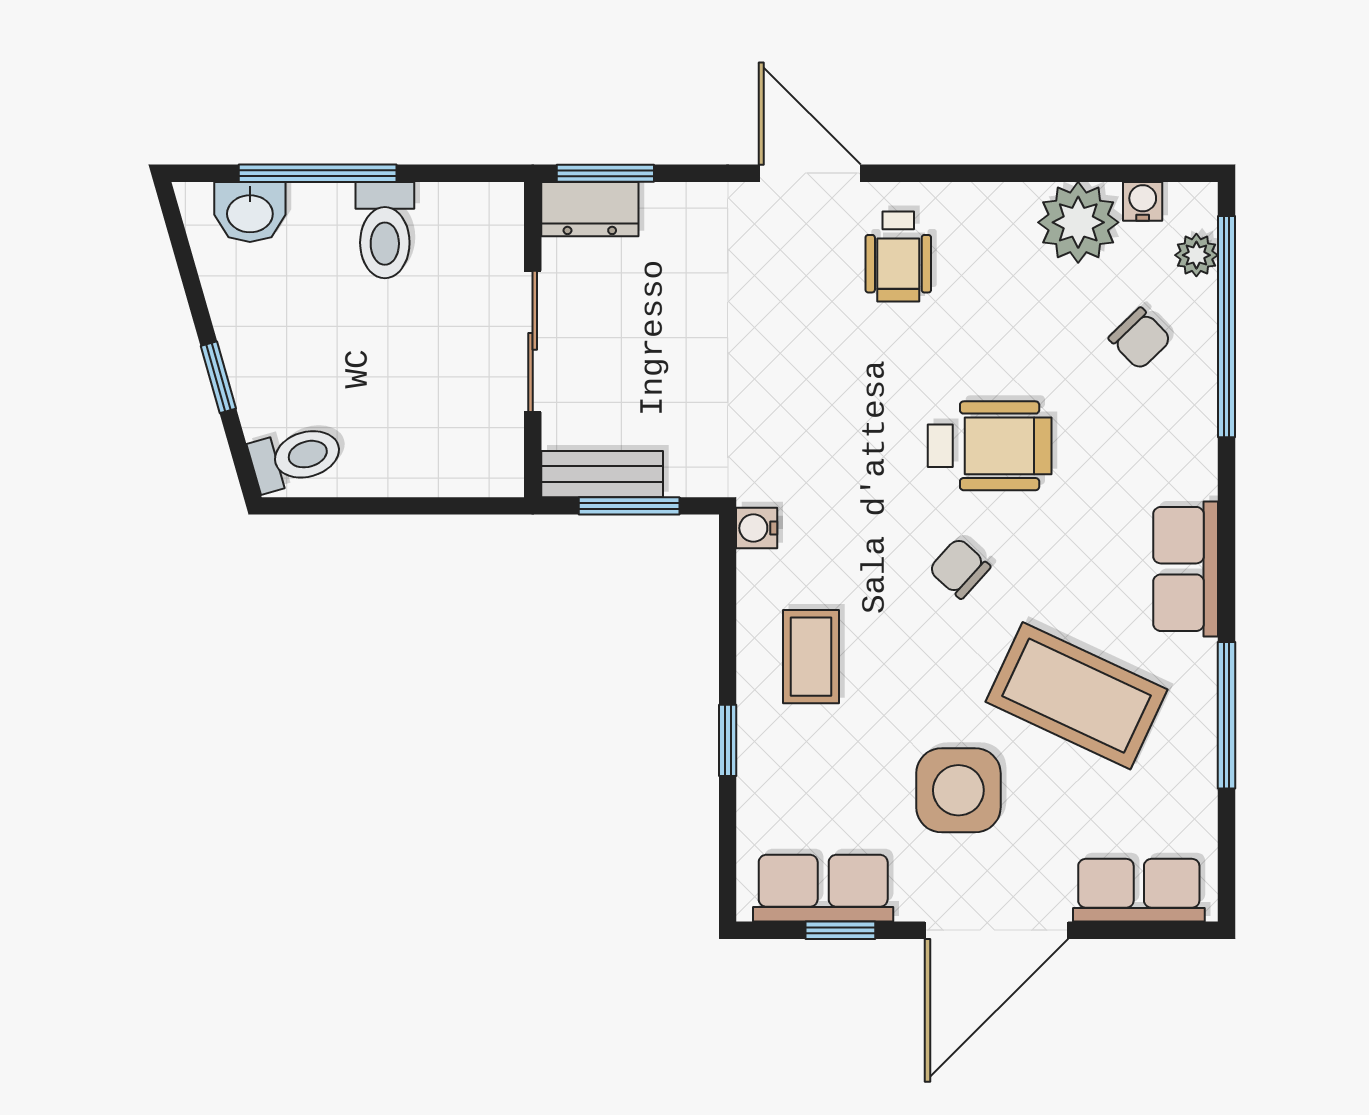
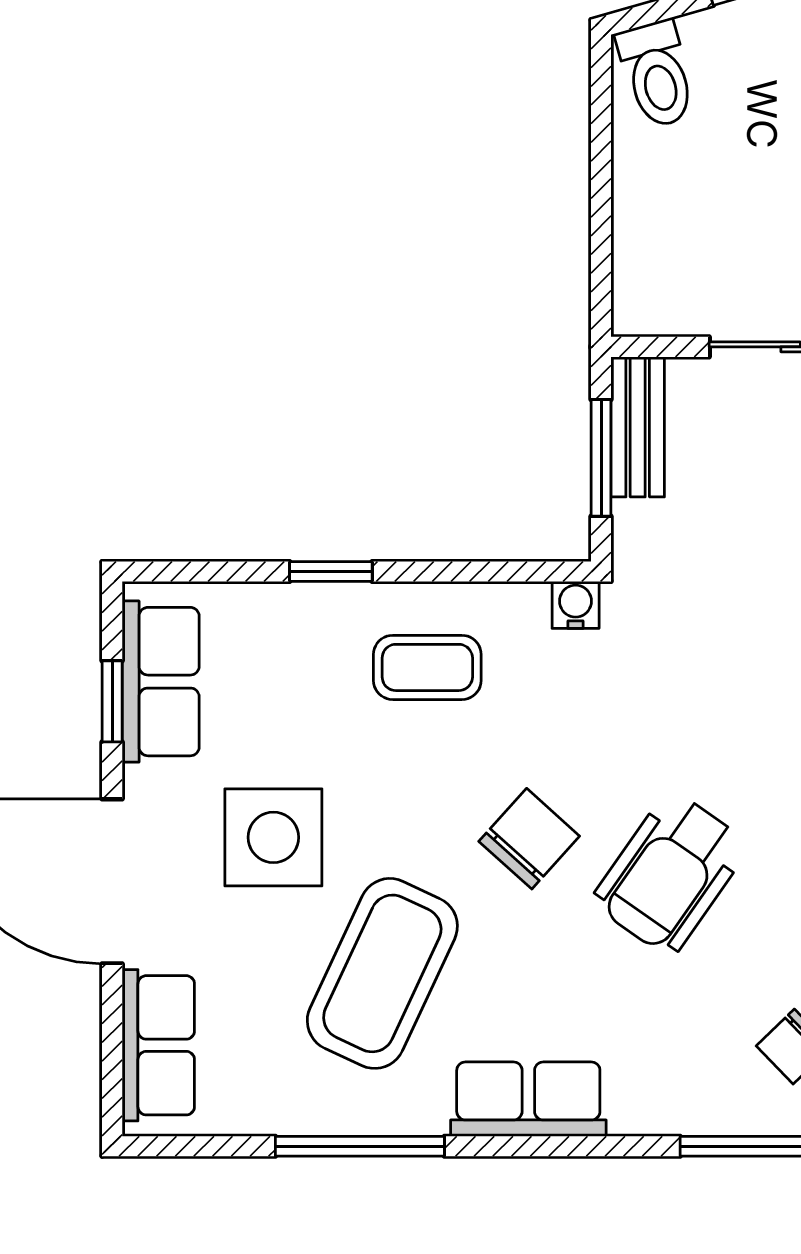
wheelchair: (990, 446) -> (670, 873), turned 35
chair: (960, 568) -> (529, 839), width x1.37, depth x1.37

